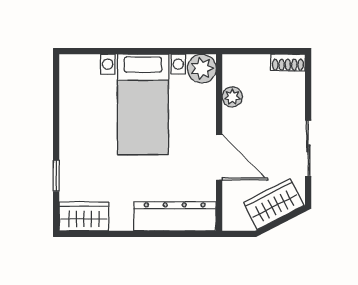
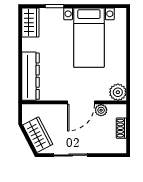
shoe rack: (288, 62) -> (121, 128), moved
bed with nightstands: (143, 104) -> (89, 38), moved, turned -90
door: (219, 157) -> (81, 102), moved

